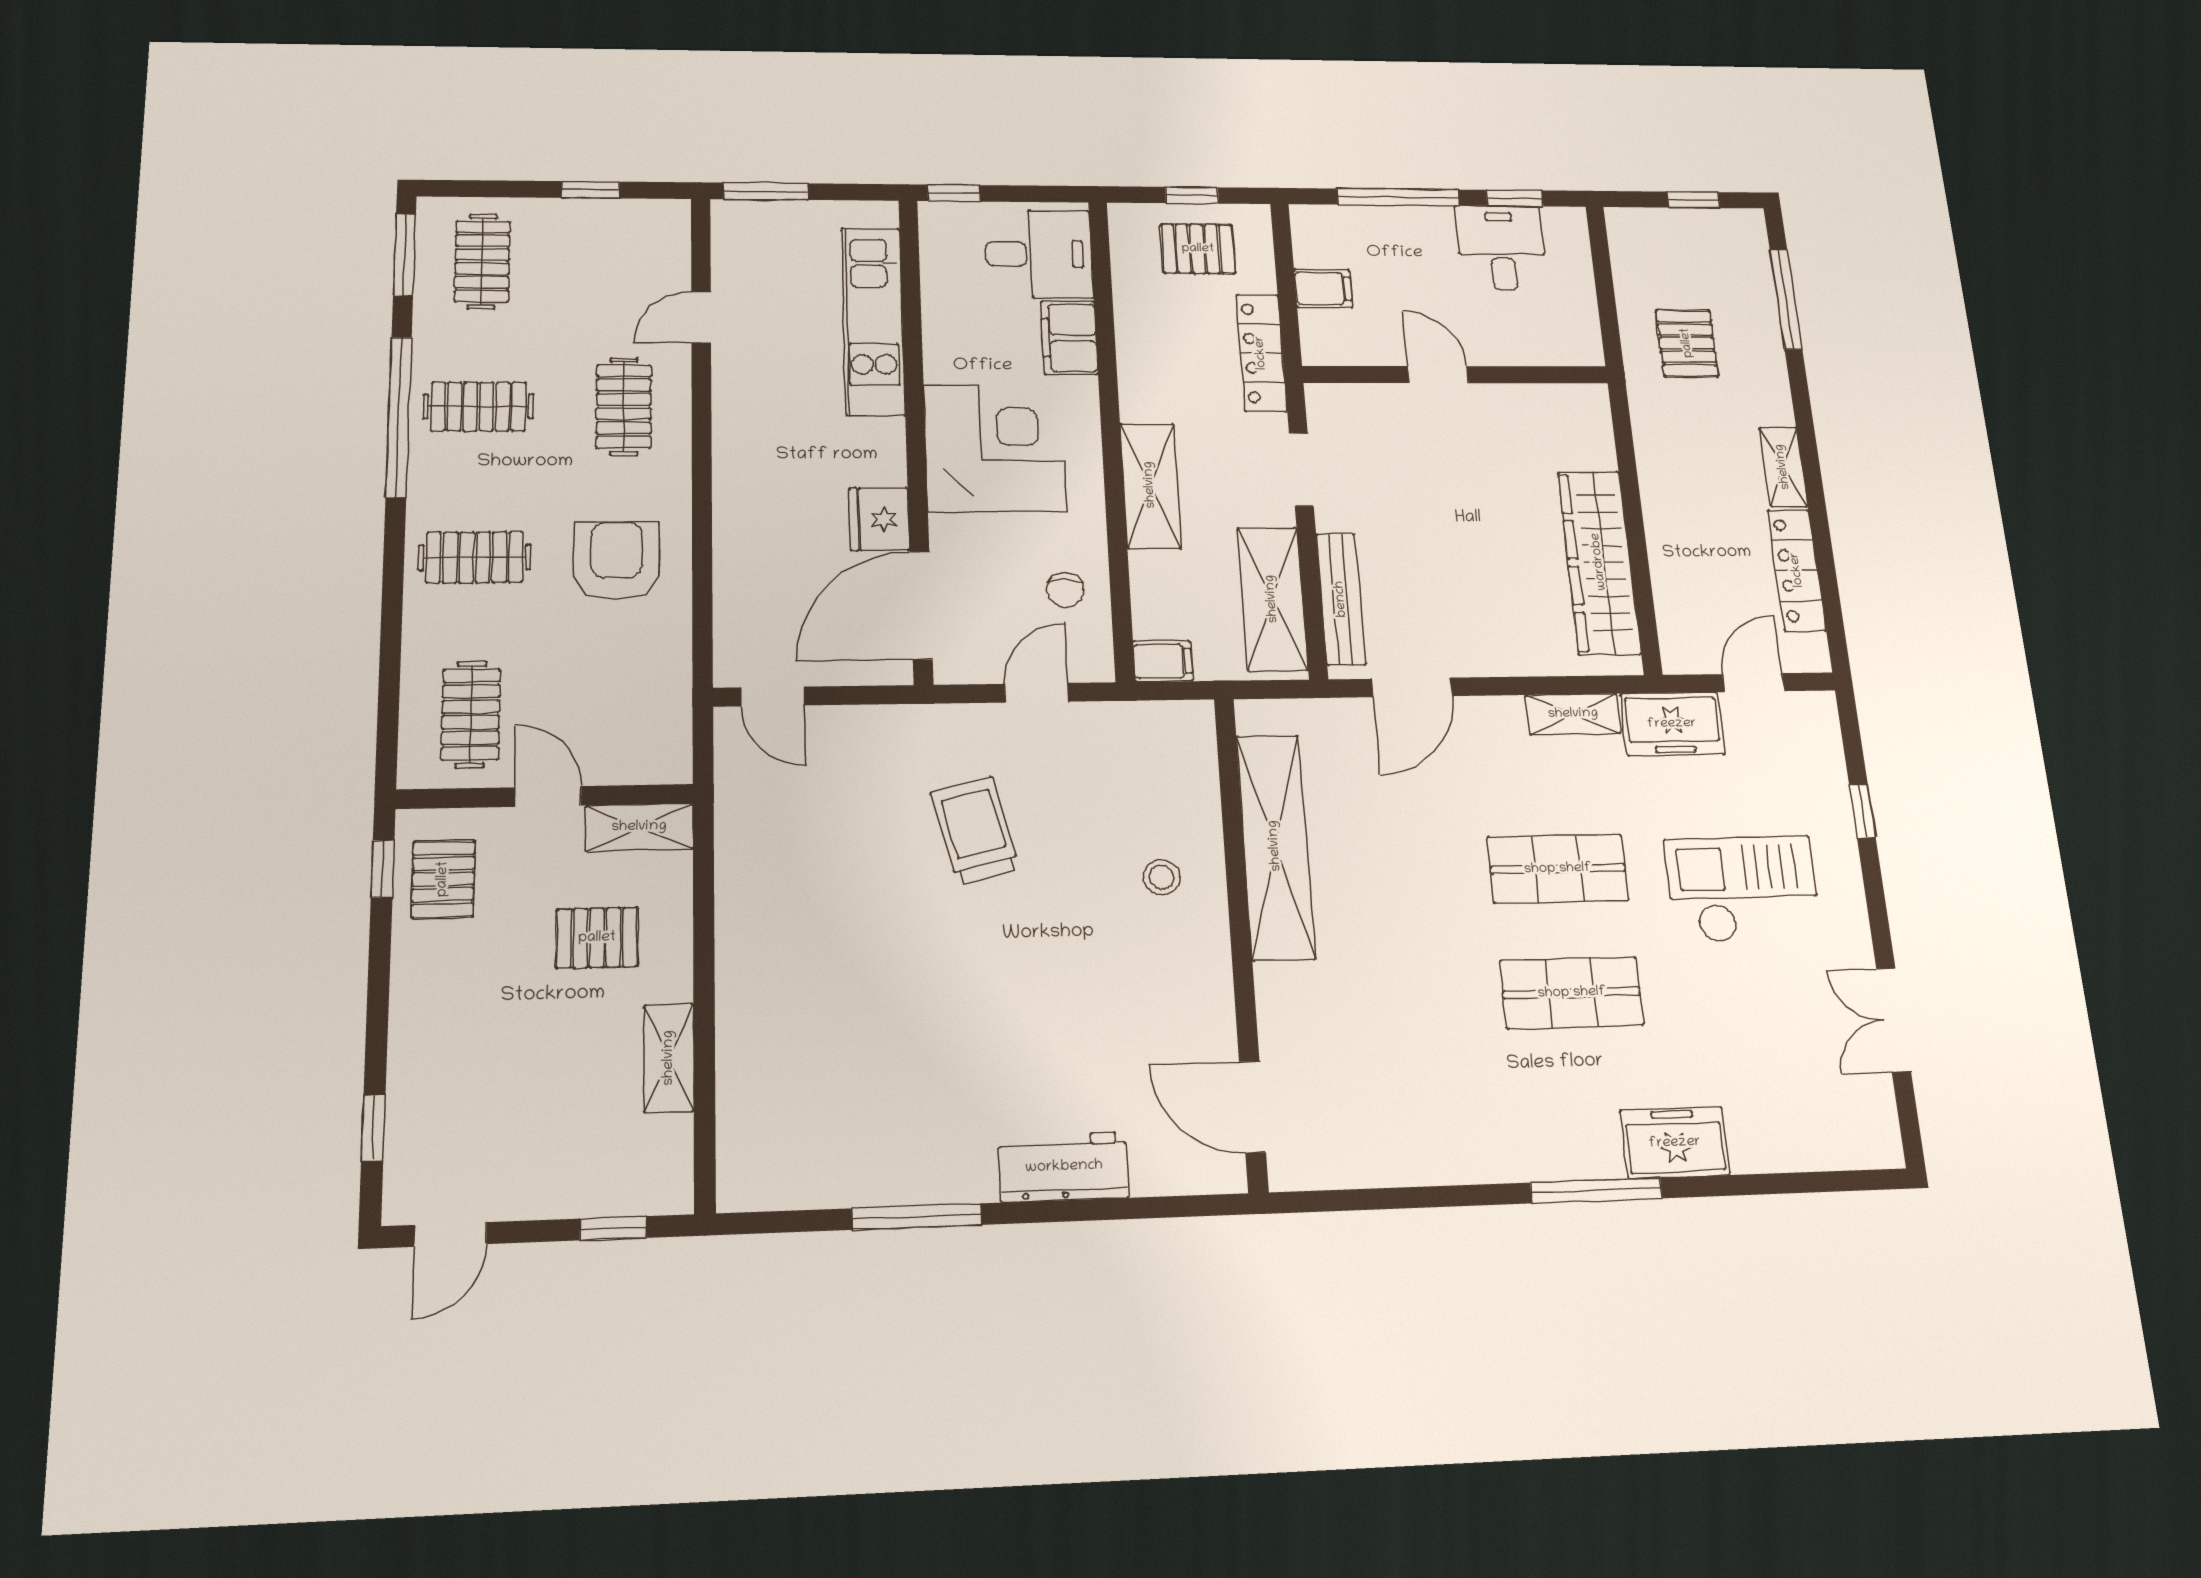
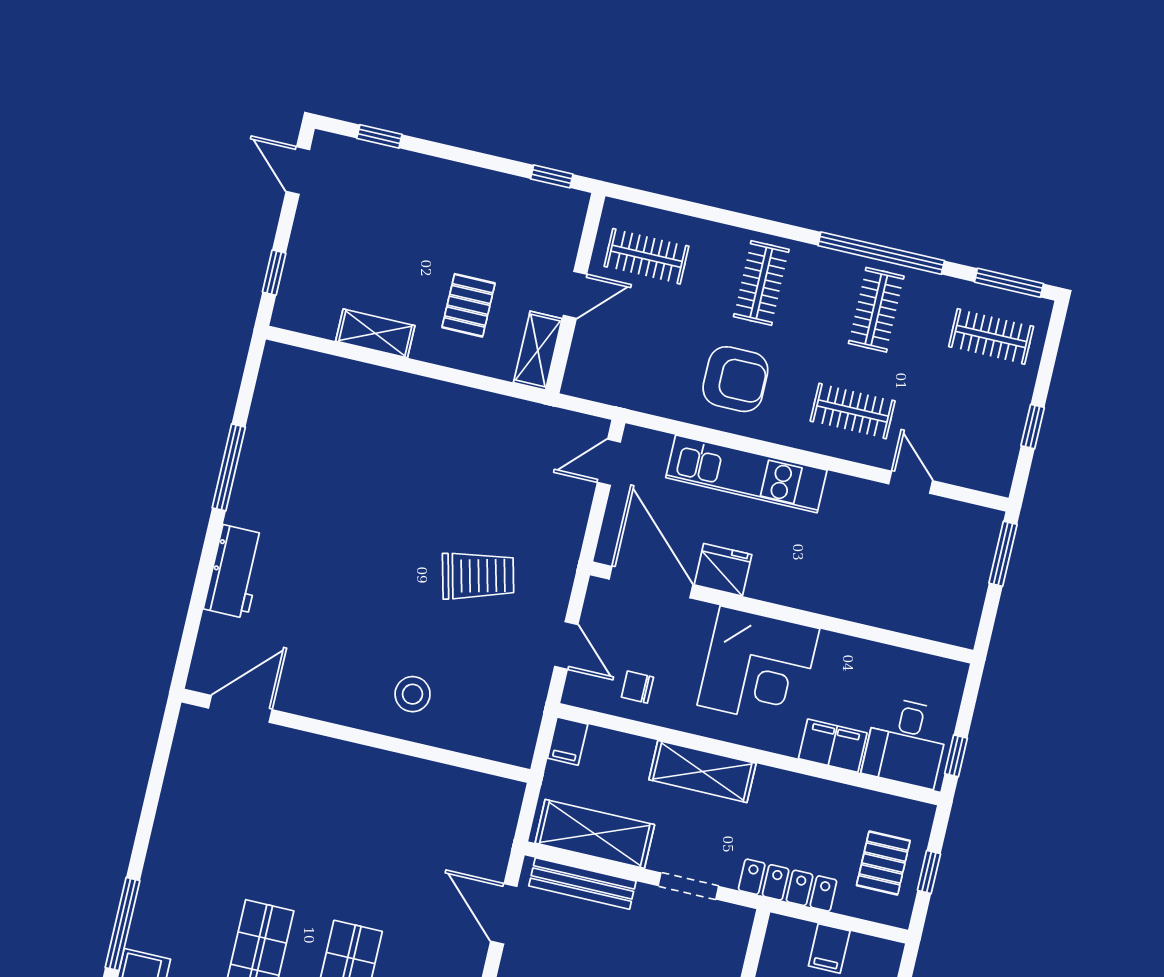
window: (954, 193) -> (956, 756), moved
kitchen unit: (873, 321) -> (746, 474), moved, turned 180
shelving: (1275, 846) -> (414, 780), removed
stool: (1162, 877) -> (413, 694), width x1.37, depth x1.37
pallet: (443, 879) -> (535, 214), removed

